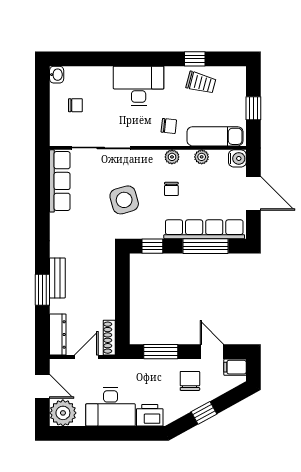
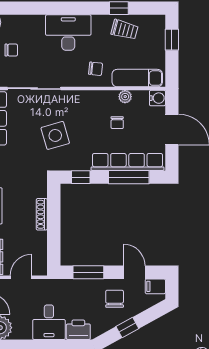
window: (253, 108) -> (172, 40), moved
plant: (172, 157) -> (98, 97), removed
chair: (171, 189) -> (117, 123), moved
shoe rack: (109, 338) -> (42, 214), moved
desk: (111, 407) -> (49, 322), width x0.73

